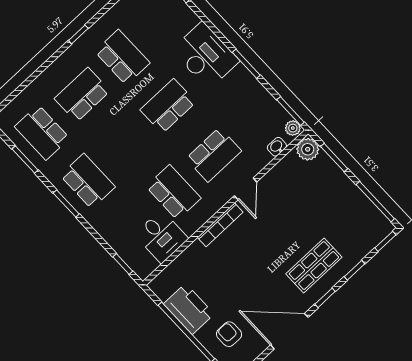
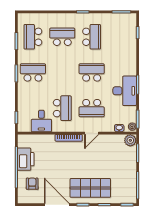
desk: (206, 56) -> (125, 91), moved
school desk: (88, 181) -> (33, 72), turned -90
shop shelf: (314, 266) -> (90, 188), width x1.43, depth x1.36

